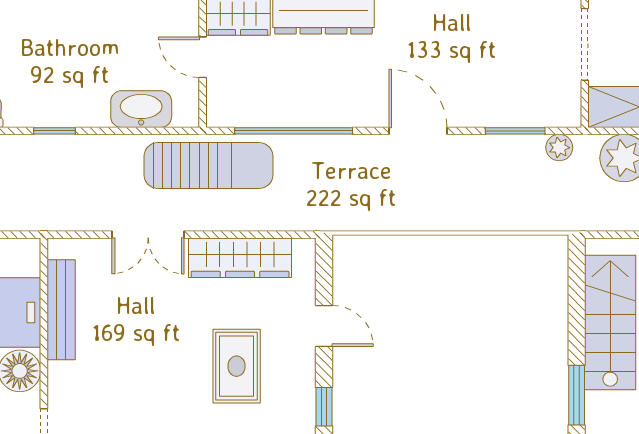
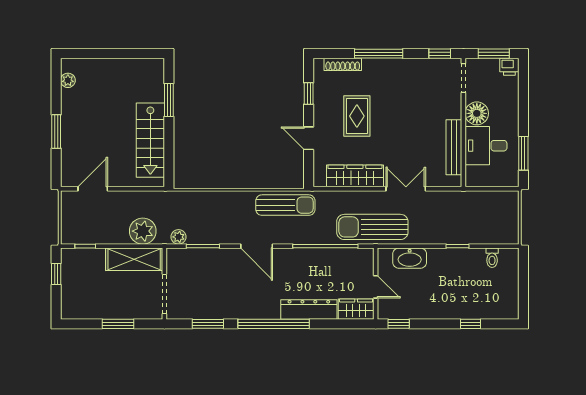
sun lounger: (366, 205) -> (285, 205), added

